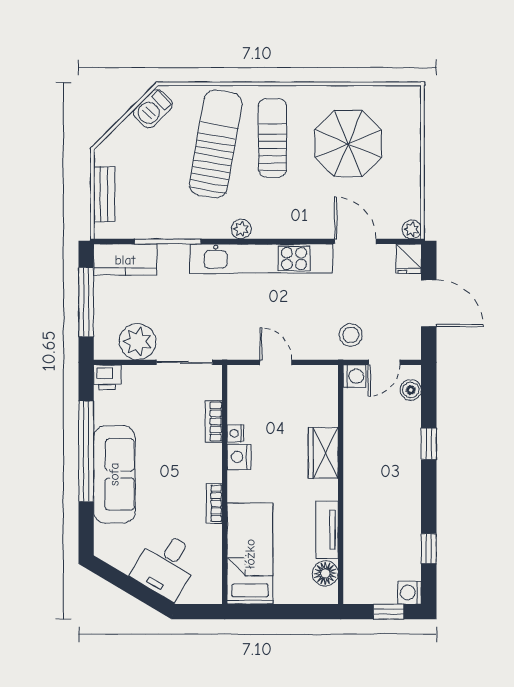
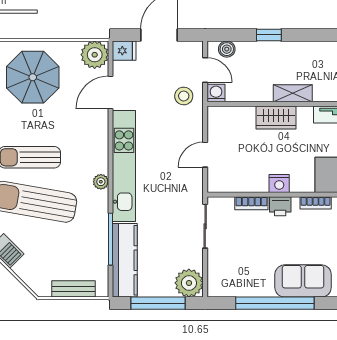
parasol: (348, 144) -> (33, 77), moved
plant: (412, 229) -> (95, 55), width x1.88, depth x1.88
kitchen counter: (125, 260) -> (125, 260), width x1.50
plant: (137, 342) -> (189, 283), moved
printer: (107, 377) -> (280, 206), moved, turned 90
nightstand: (235, 433) -> (261, 186), removed
sofa: (114, 474) -> (303, 281), width x0.73
shelving: (354, 474) -> (293, 93), added

